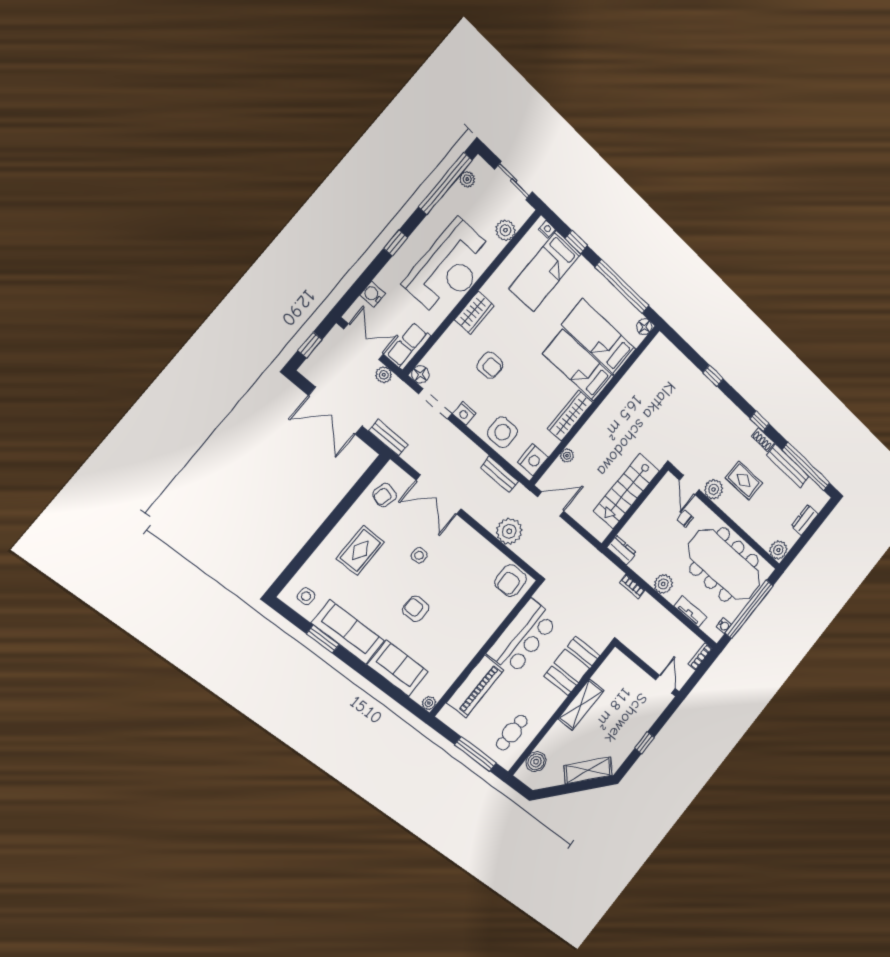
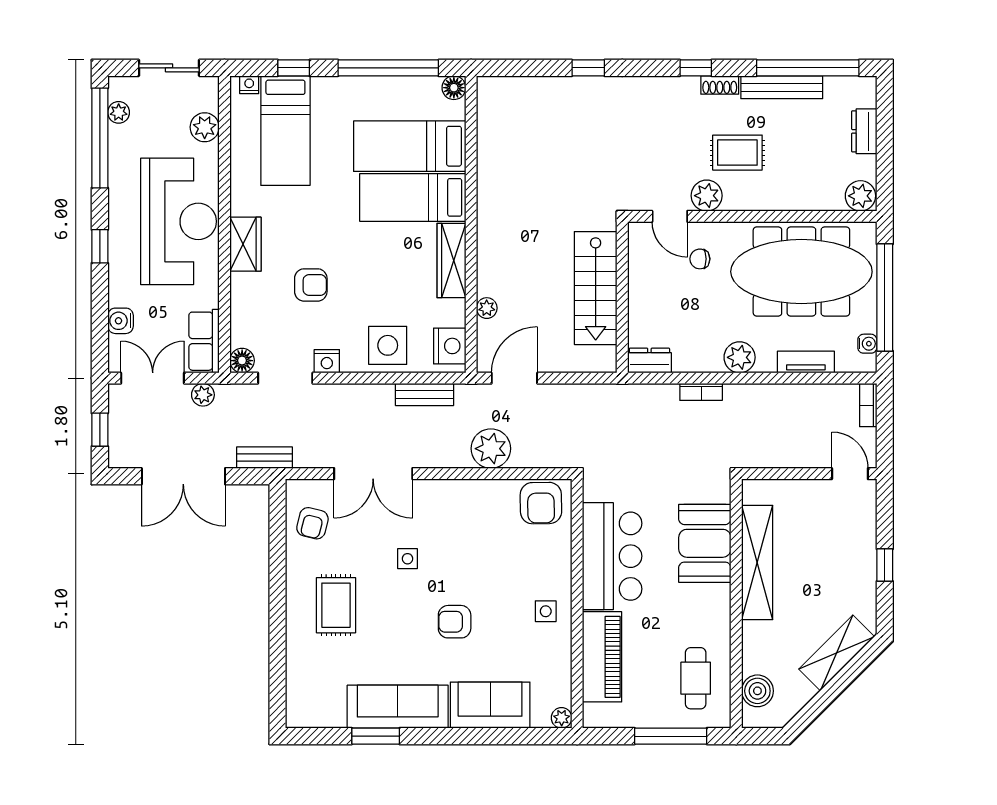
side table: (306, 596) -> (546, 611), moved
shelving: (581, 705) -> (757, 562), width x1.47

